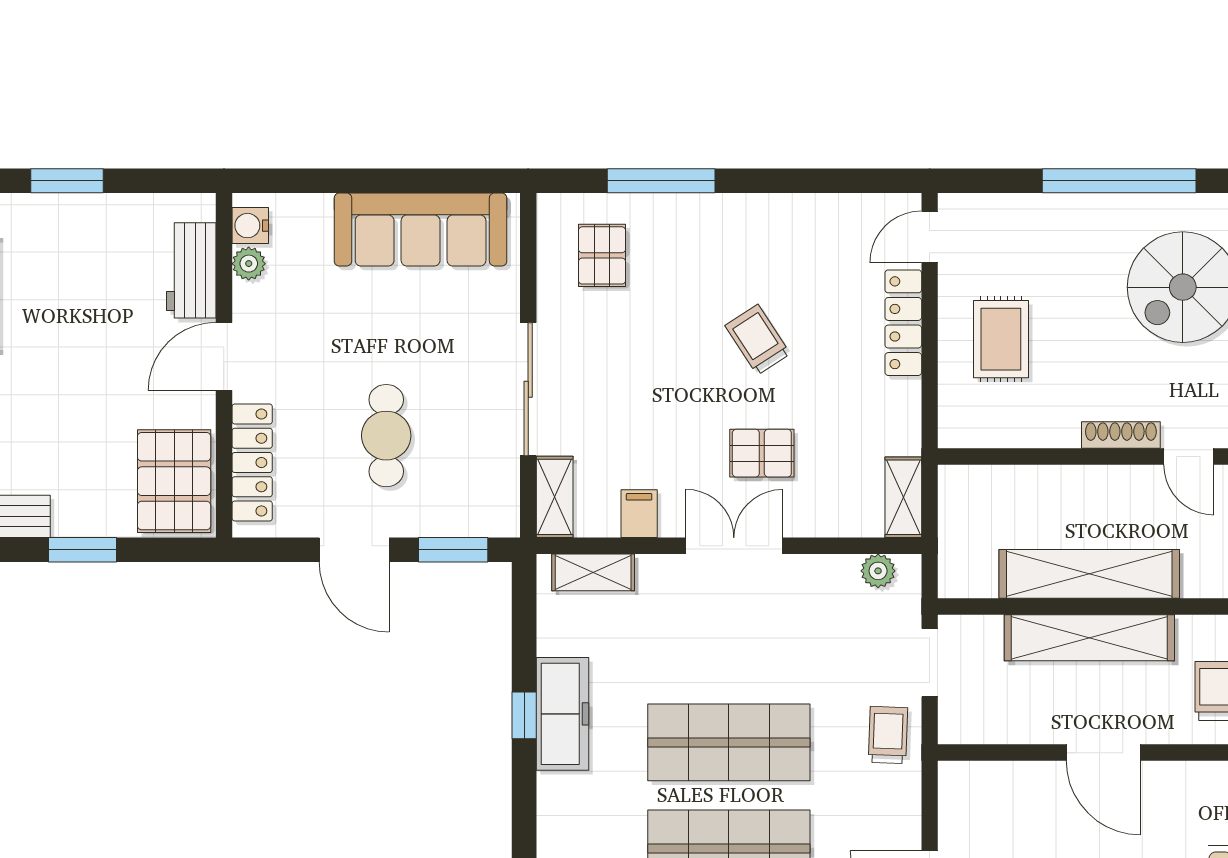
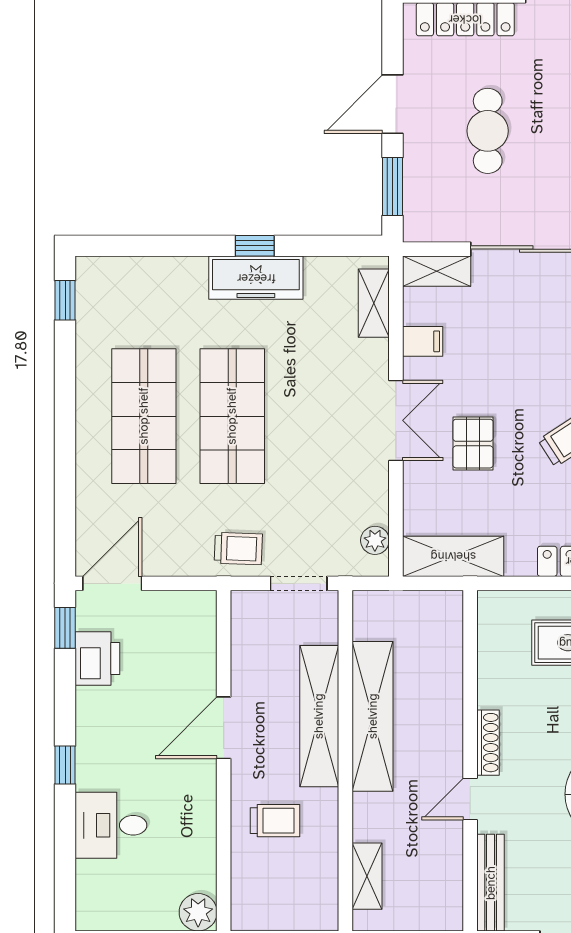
cafe table: (386, 436) -> (488, 131), turned 90
shelving: (903, 497) -> (453, 556), width x1.50, depth x1.33

